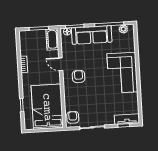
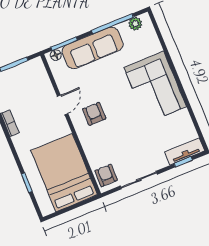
cot: (52, 39) -> (38, 74), removed
door: (61, 64) -> (63, 105), swing flipped

